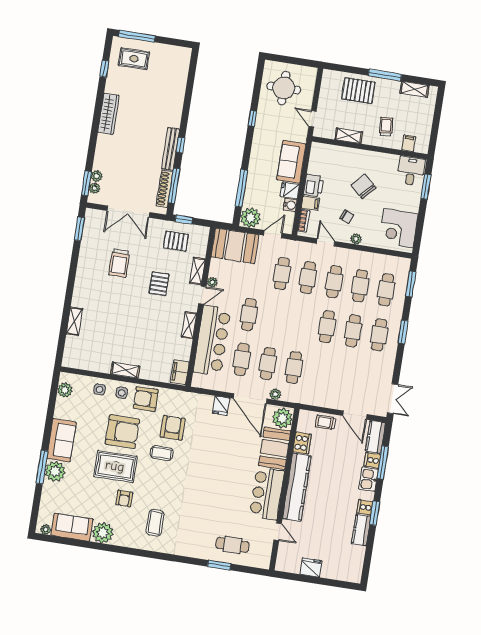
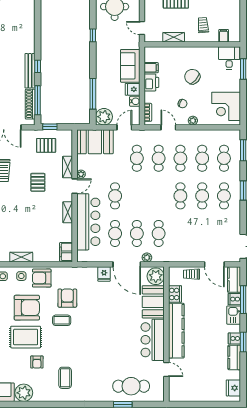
filing cabinet: (311, 203) -> (151, 68), moved
cafe table: (232, 545) -> (131, 386), width x1.37, depth x1.35
fridge: (311, 568) -> (233, 388), moved, turned -90

